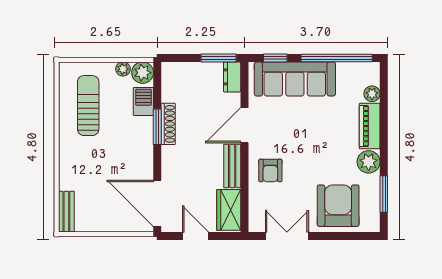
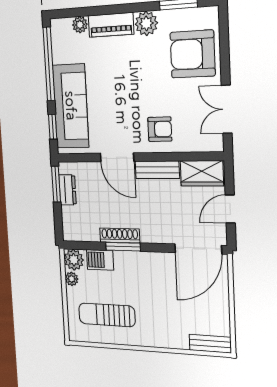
dresser: (232, 77) -> (68, 190), moved, turned -90

